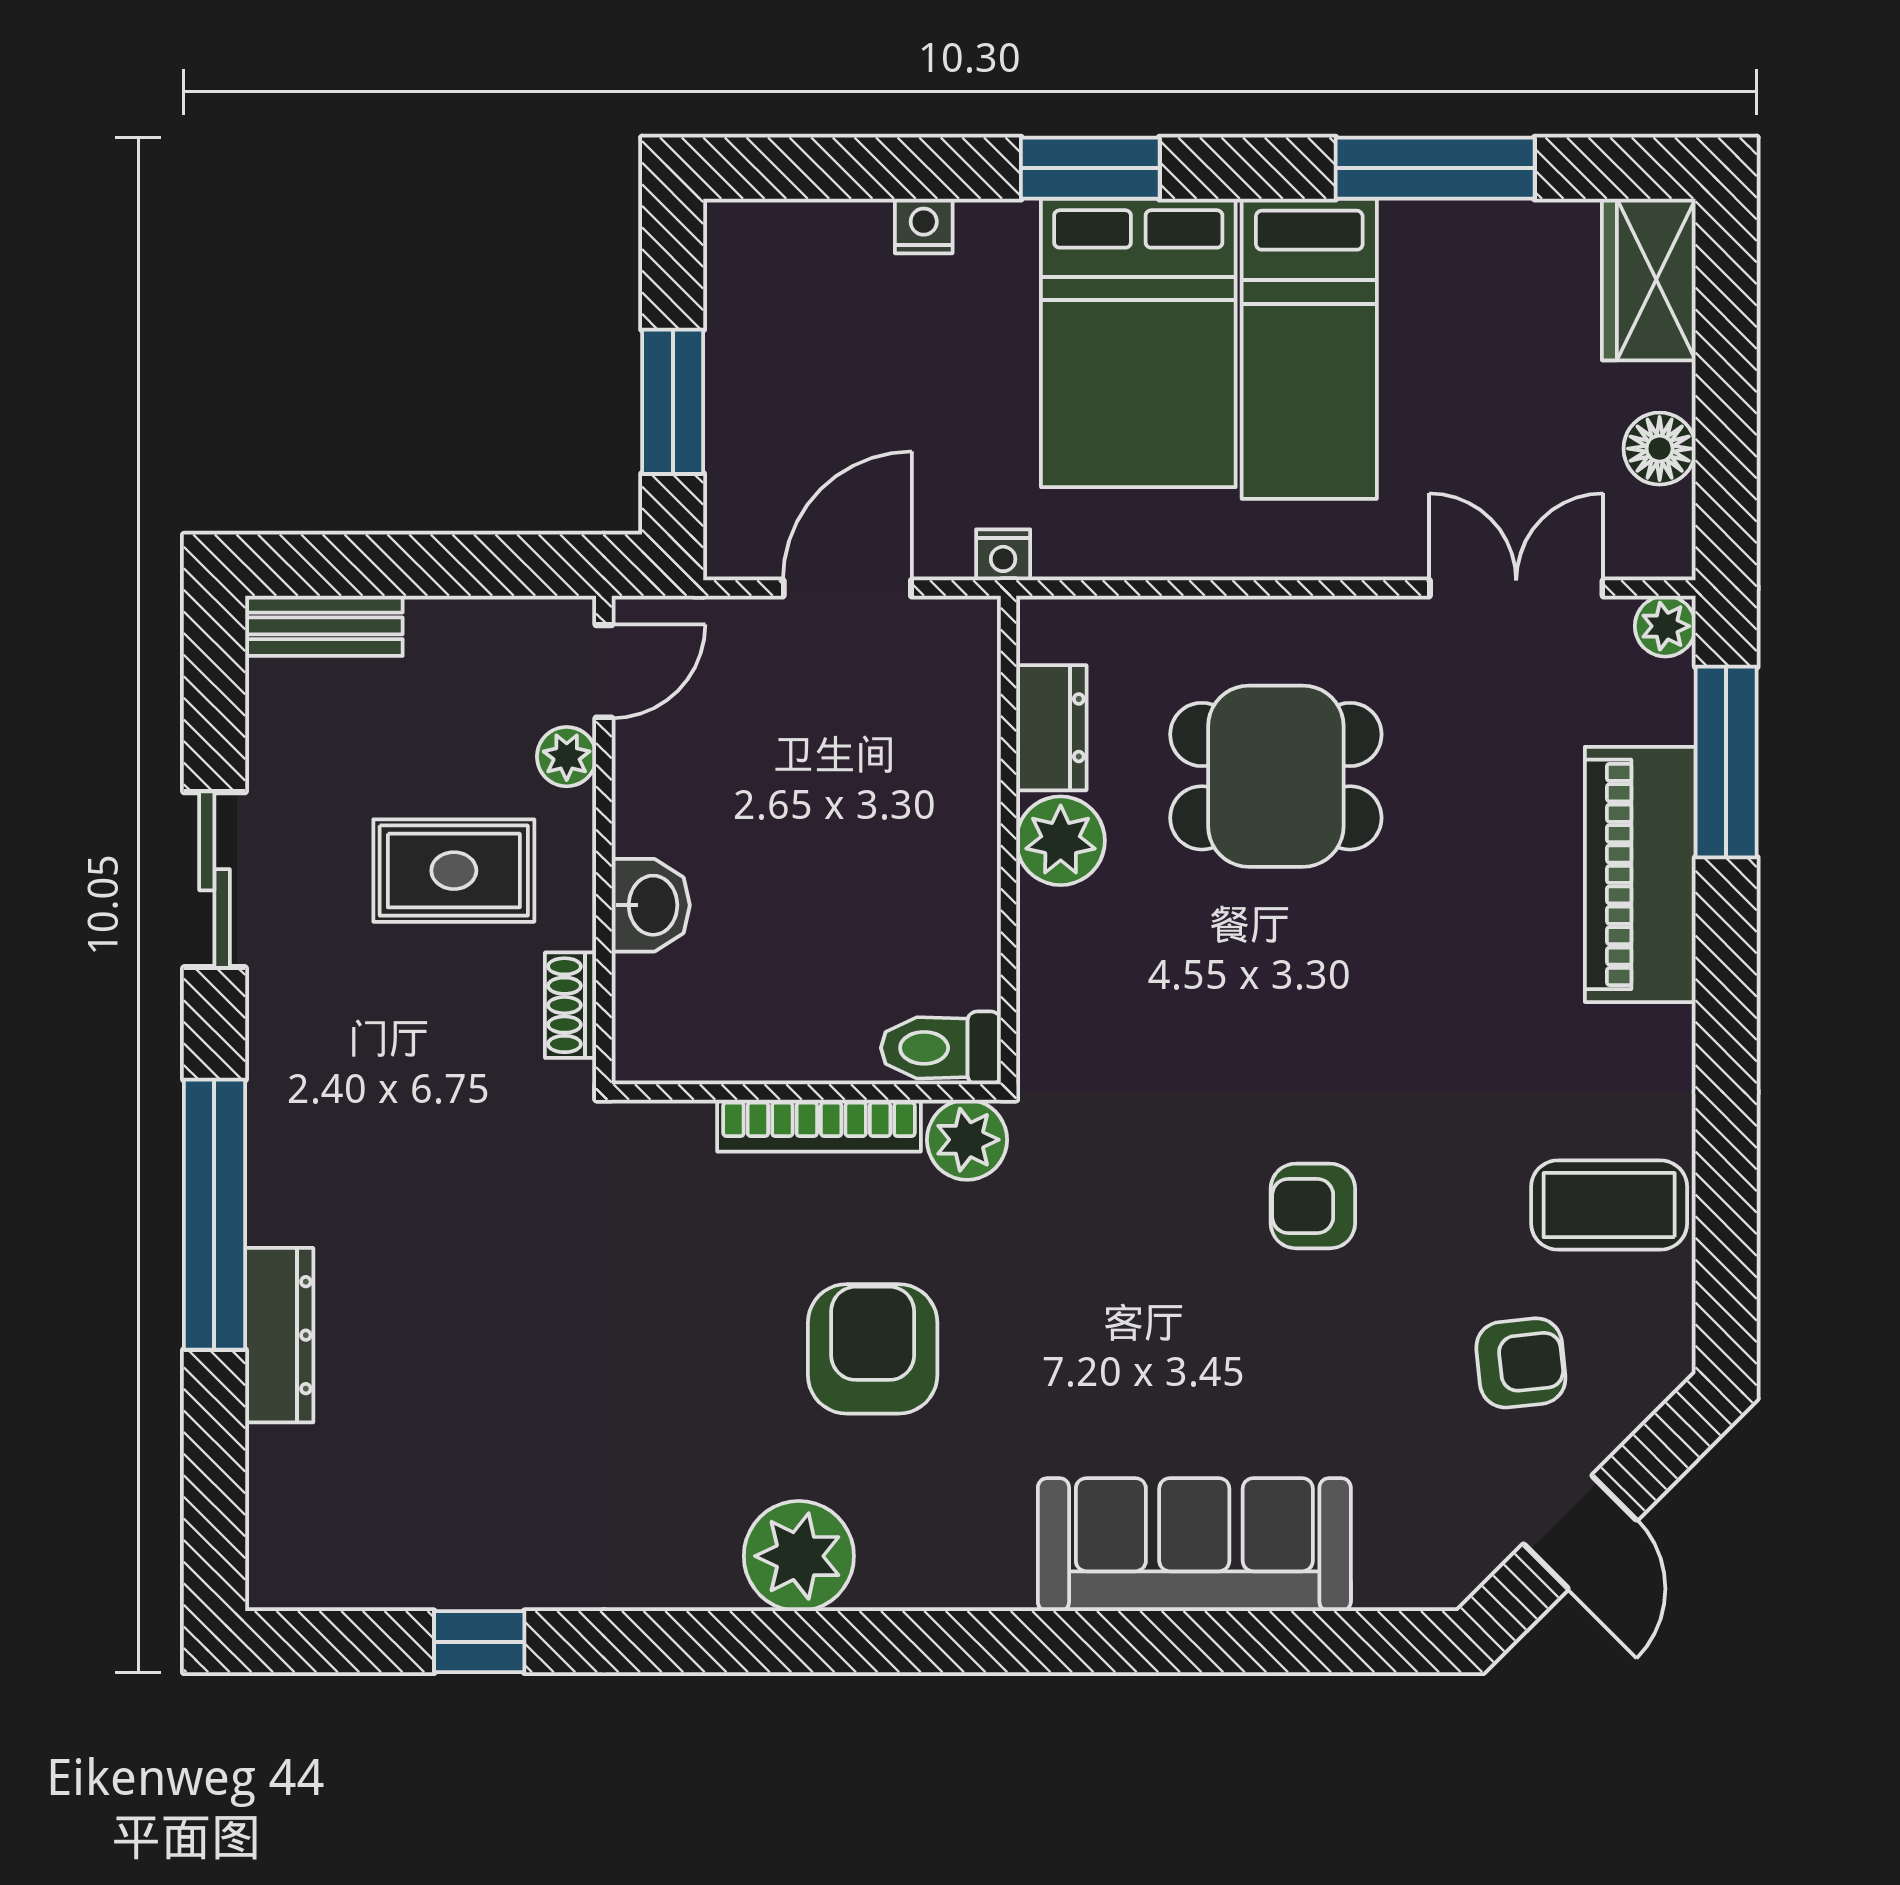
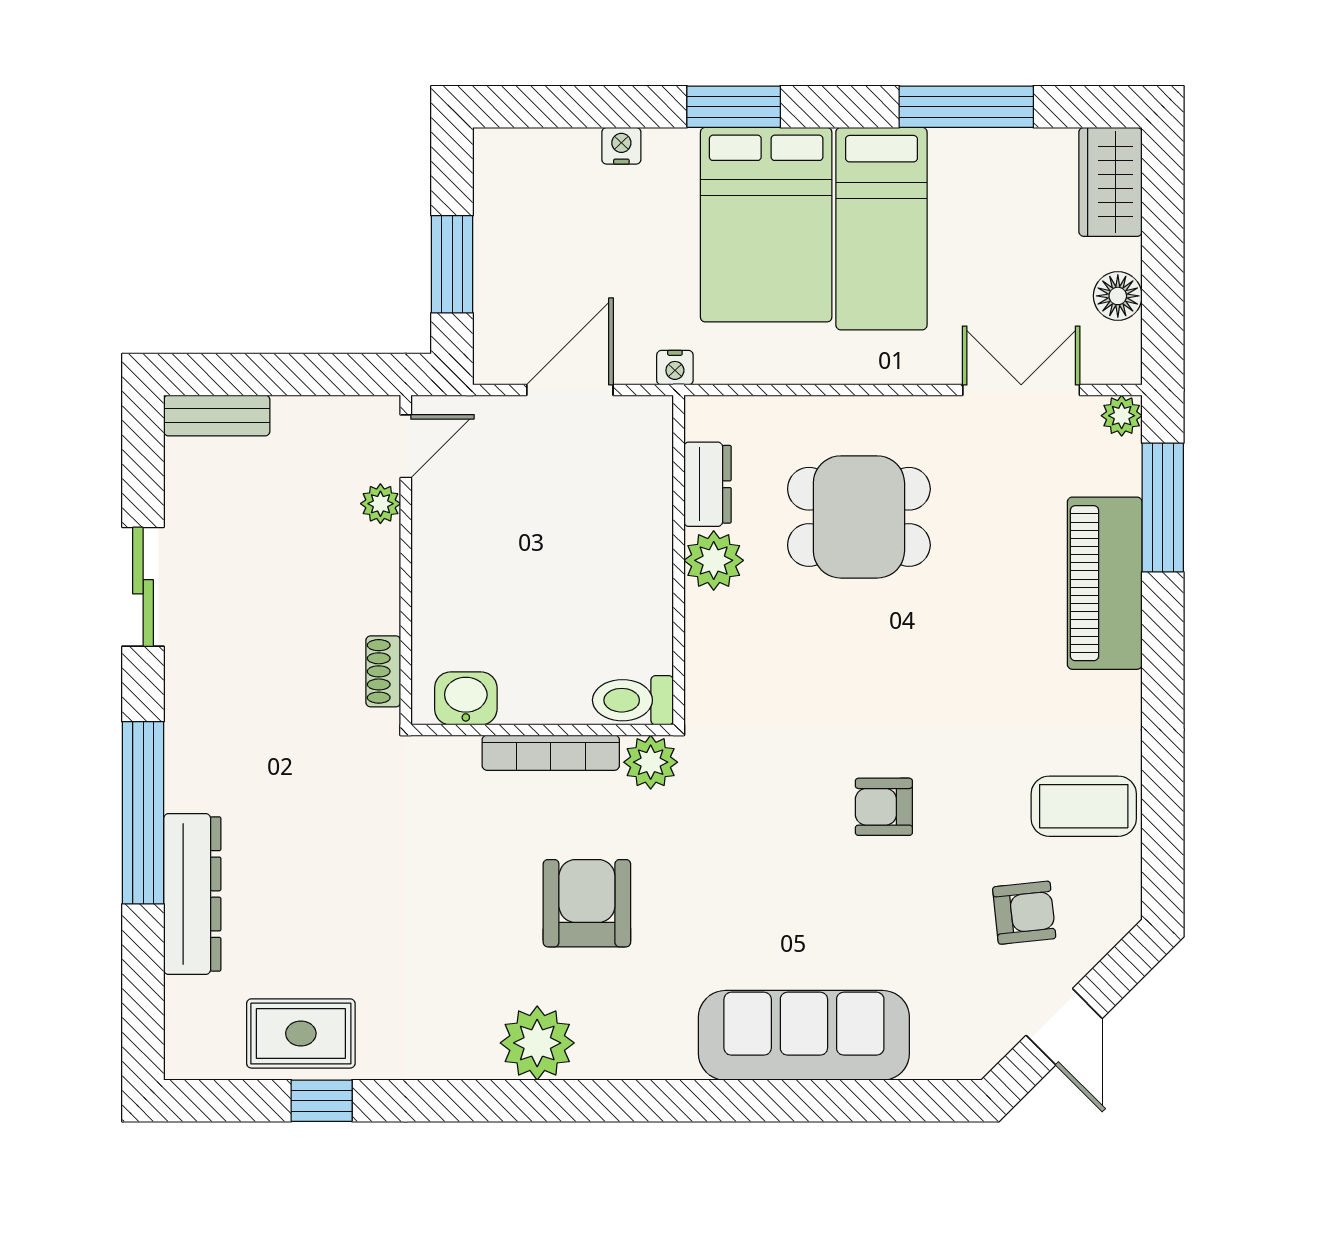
rug: (454, 871) -> (301, 1033), moved
washbasin: (651, 905) -> (466, 698), moved, turned -90
dresser: (279, 1335) -> (192, 894), width x1.37, depth x1.24

